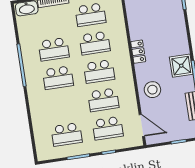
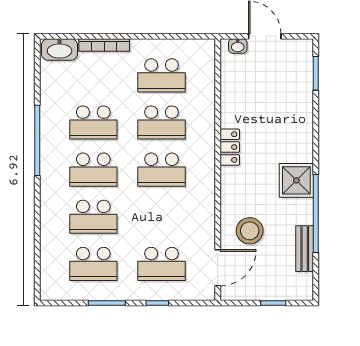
stool: (152, 90) -> (250, 231), moved
school desk: (103, 100) -> (93, 217), moved
door: (142, 125) -> (218, 268), hinge flipped

